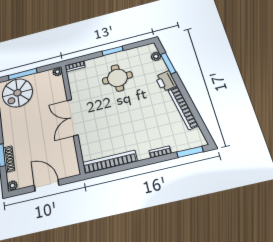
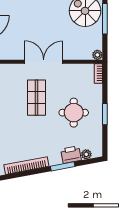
window: (168, 63) -> (63, 166), moved
printer: (166, 81) -> (71, 155), moved
shop shelf: (110, 115) -> (36, 98), added

